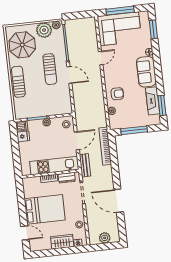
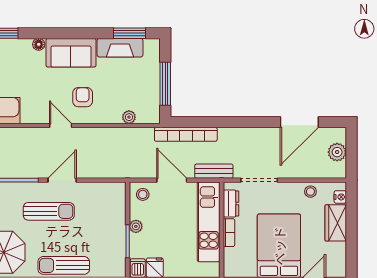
door: (101, 58) -> (61, 125), moved
armchair: (117, 94) -> (83, 97), moved
door: (119, 201) -> (299, 122), moved

